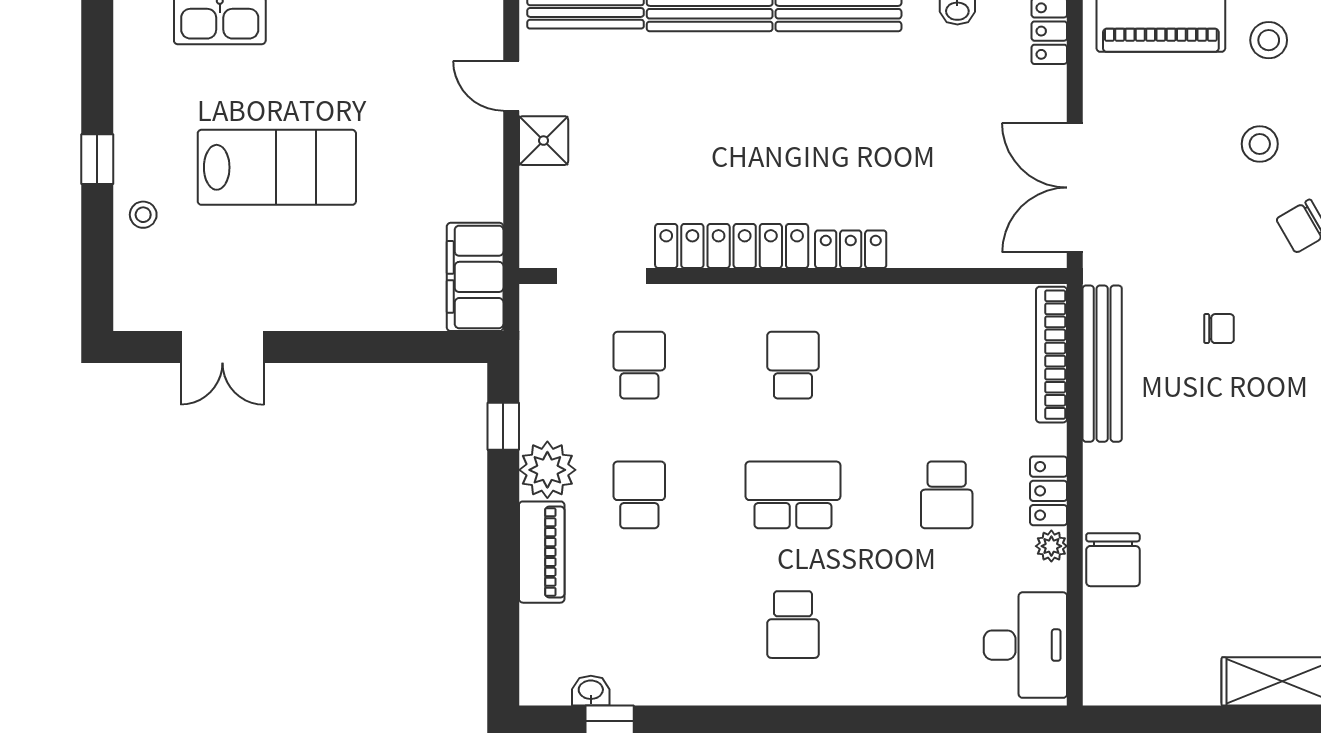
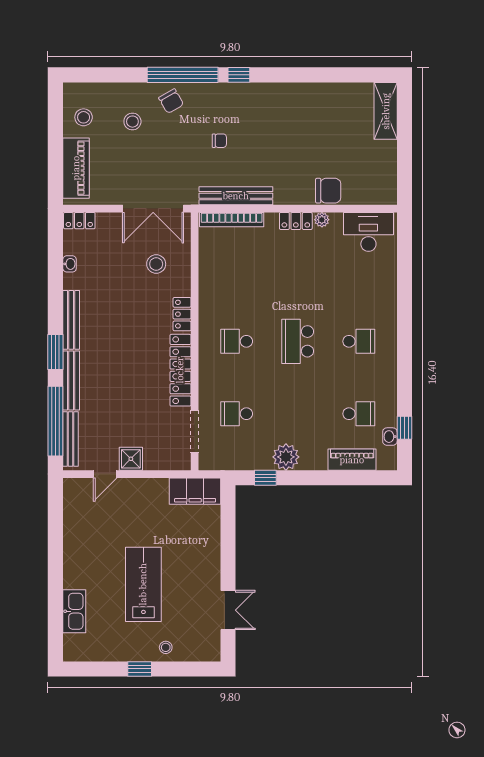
stool: (957, 194) -> (156, 264), added
chair: (1219, 329) -> (219, 141), turned 90
school desk: (639, 495) -> (359, 414), moved, turned 180
school desk: (947, 495) -> (298, 269), removed
piano: (542, 552) -> (352, 460), moved

